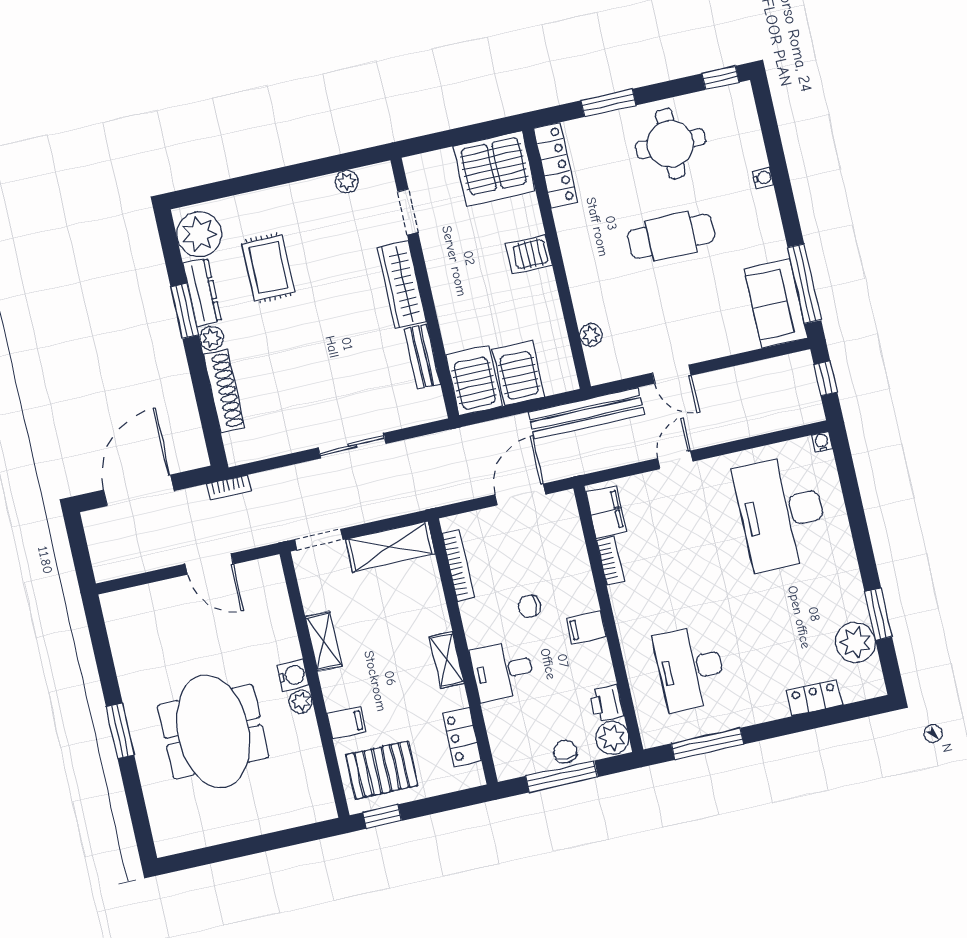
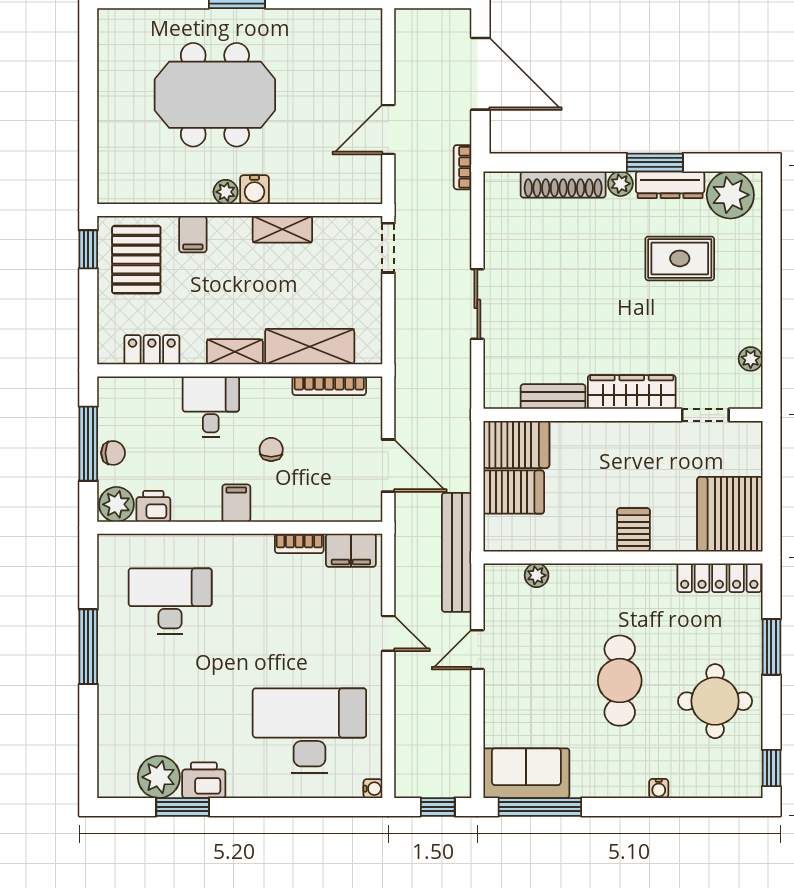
shelving: (390, 547) -> (310, 347), moved, turned 90
printer: (849, 600) -> (204, 780), added
locker: (814, 698) -> (111, 722), removed
window: (707, 744) -> (88, 647), moved

